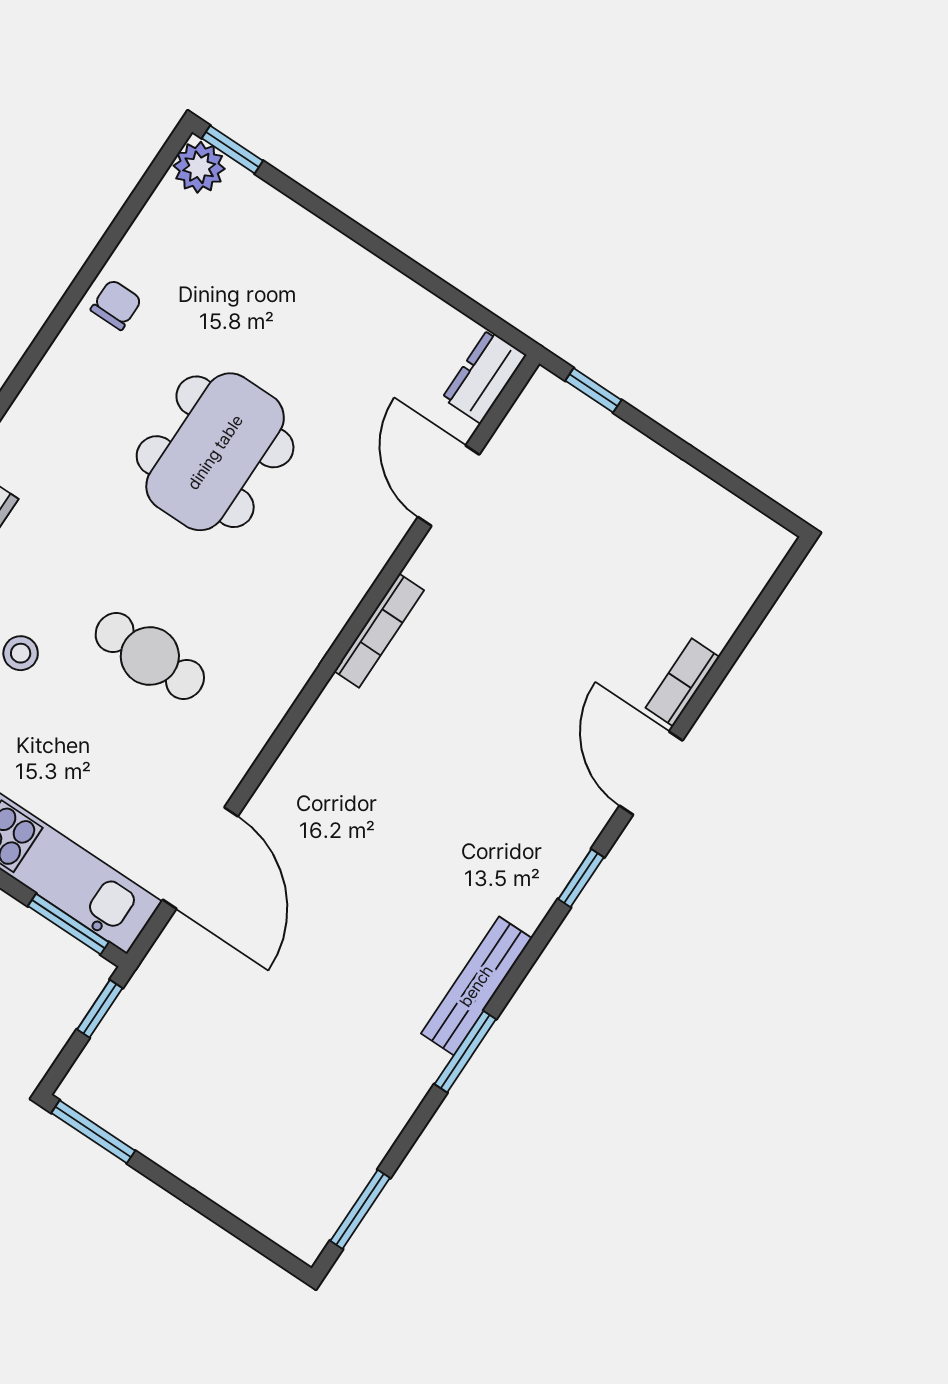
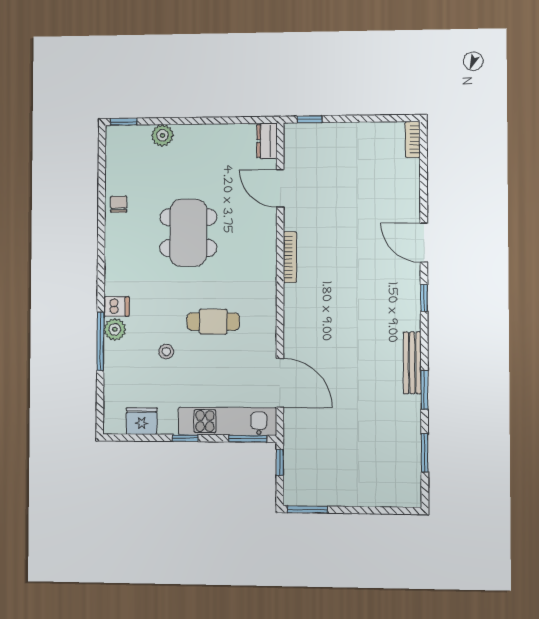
plant: (199, 167) -> (162, 135), moved
bookcase: (683, 682) -> (413, 139), moved
window: (360, 1209) -> (425, 453), moved

